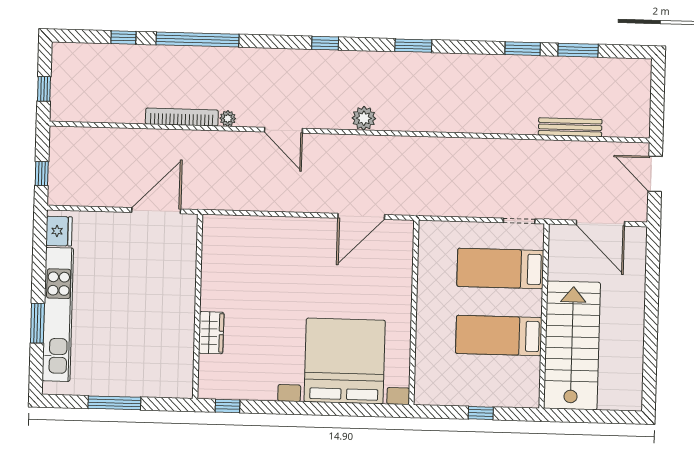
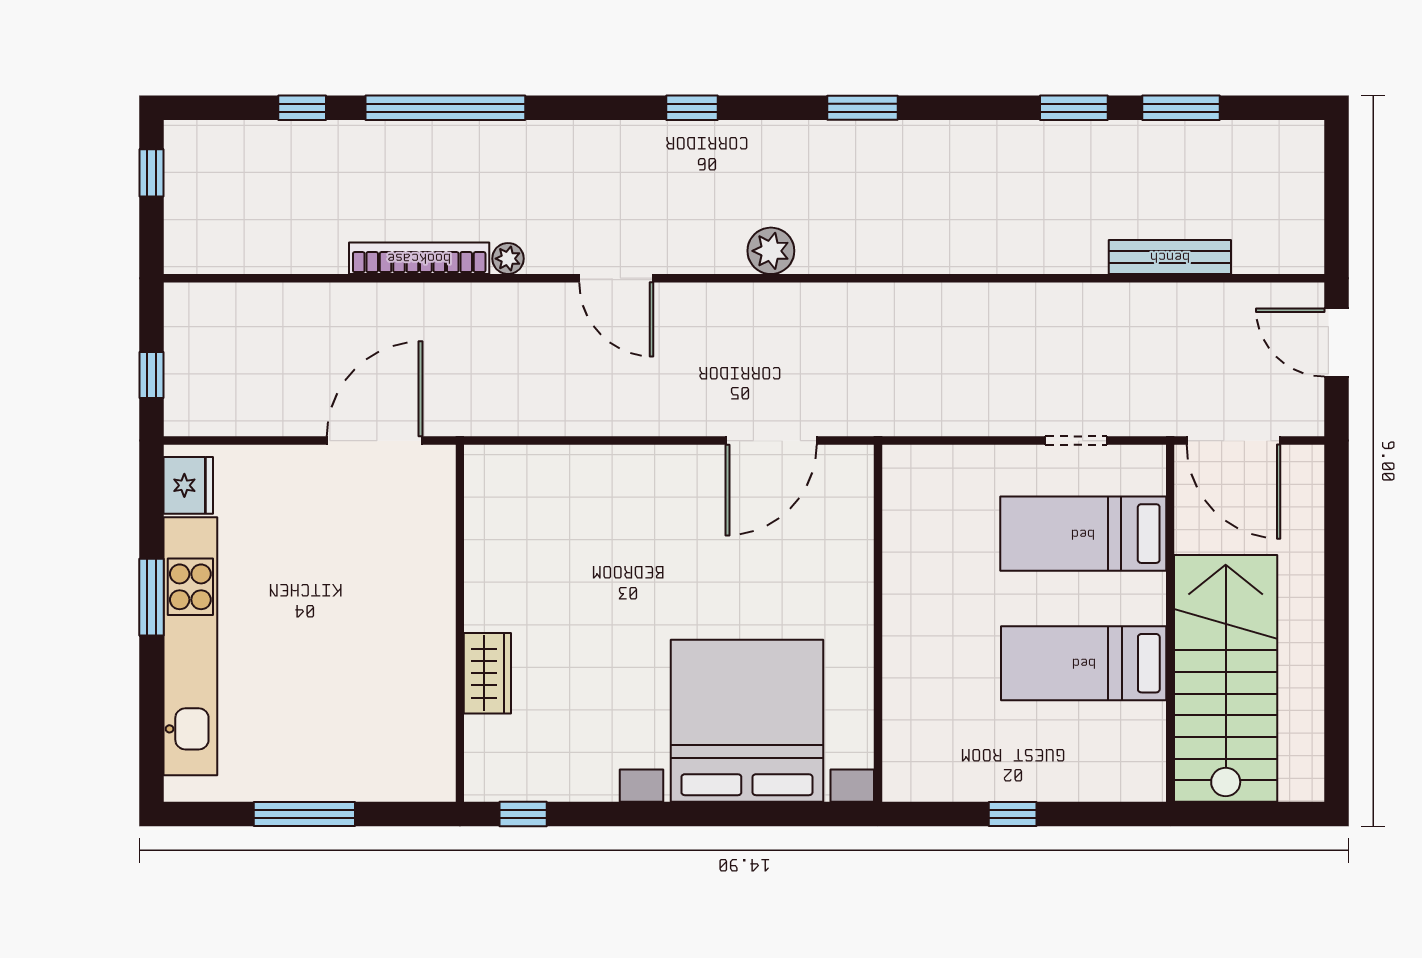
window: (44, 89) -> (151, 173), moved
bed: (500, 268) -> (1083, 534), moved
wall: (544, 316) -> (1170, 623), moved
window: (37, 323) -> (151, 597), moved
bed: (499, 336) -> (1084, 663), moved
stairs: (572, 345) -> (1226, 678), moved

